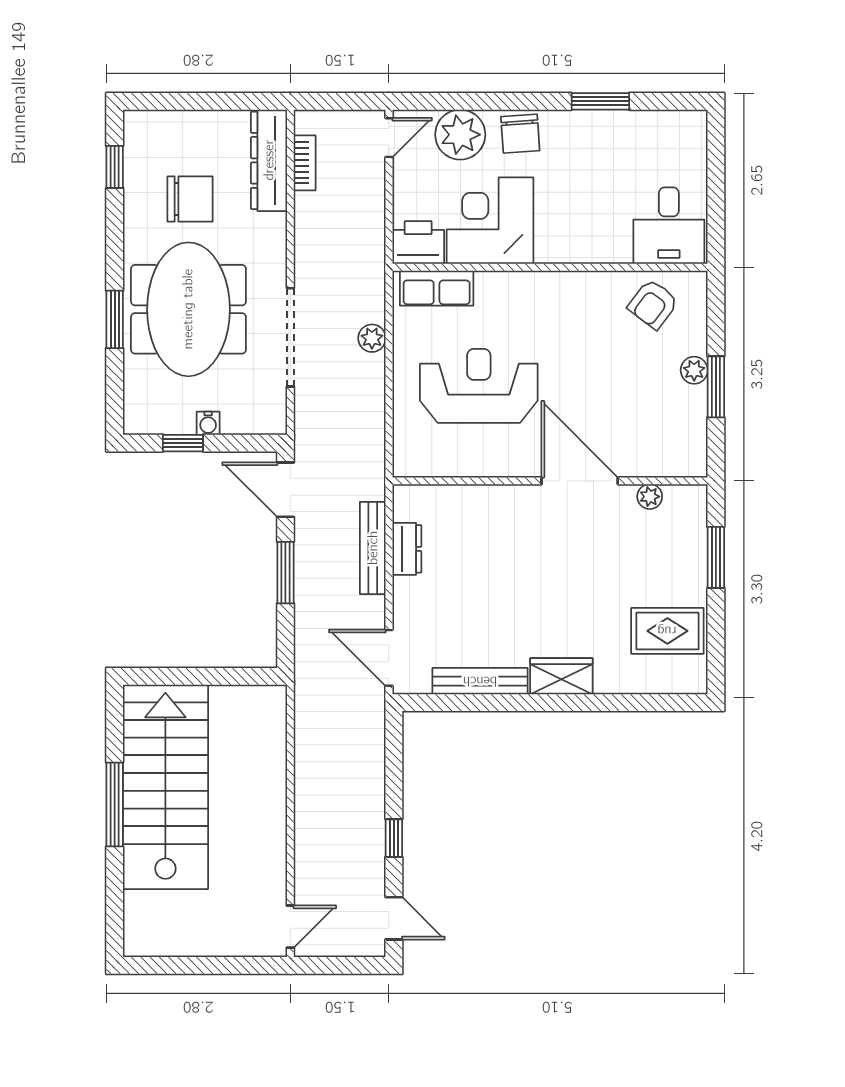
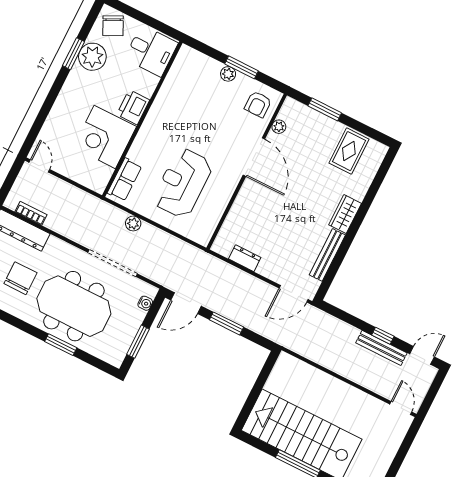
chair: (520, 134) -> (113, 26), moved, turned 68
plant: (460, 135) -> (92, 57), moved
printer: (418, 243) -> (133, 107), moved
armchair: (653, 304) -> (258, 104), moved, turned 53
water cooler: (208, 423) -> (145, 303), moved
window: (183, 443) -> (138, 342), width x1.50
door: (580, 481) -> (254, 157), swing flipped
bench: (373, 548) -> (381, 348), moved

